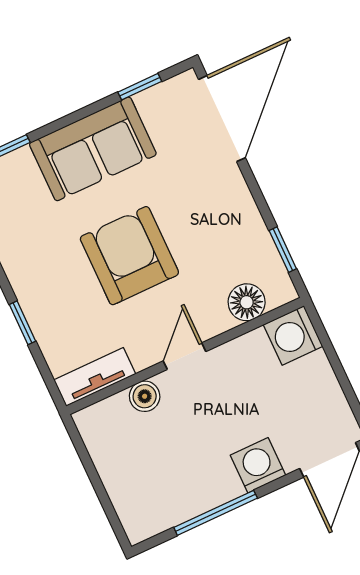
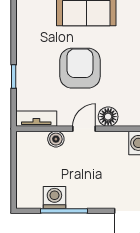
floor lamp: (247, 302) -> (108, 117), moved
washing machine: (258, 465) -> (54, 197), moved

